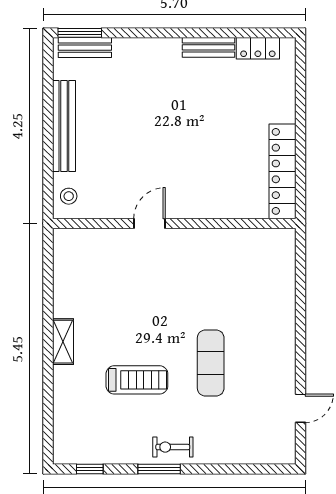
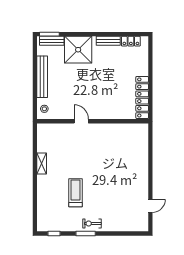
shower: (143, 67) -> (78, 50), added
door: (150, 223) -> (81, 121), hinge flipped
shelving: (63, 342) -> (42, 163), moved
exercise mat: (211, 363) -> (109, 185), removed
treadmill: (137, 380) -> (76, 193), turned -90

